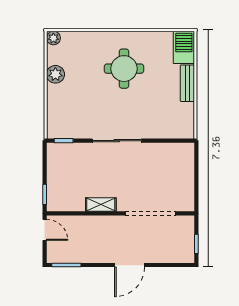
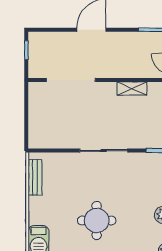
bench: (187, 83) -> (35, 177), moved
shelving: (101, 205) -> (132, 88), moved

